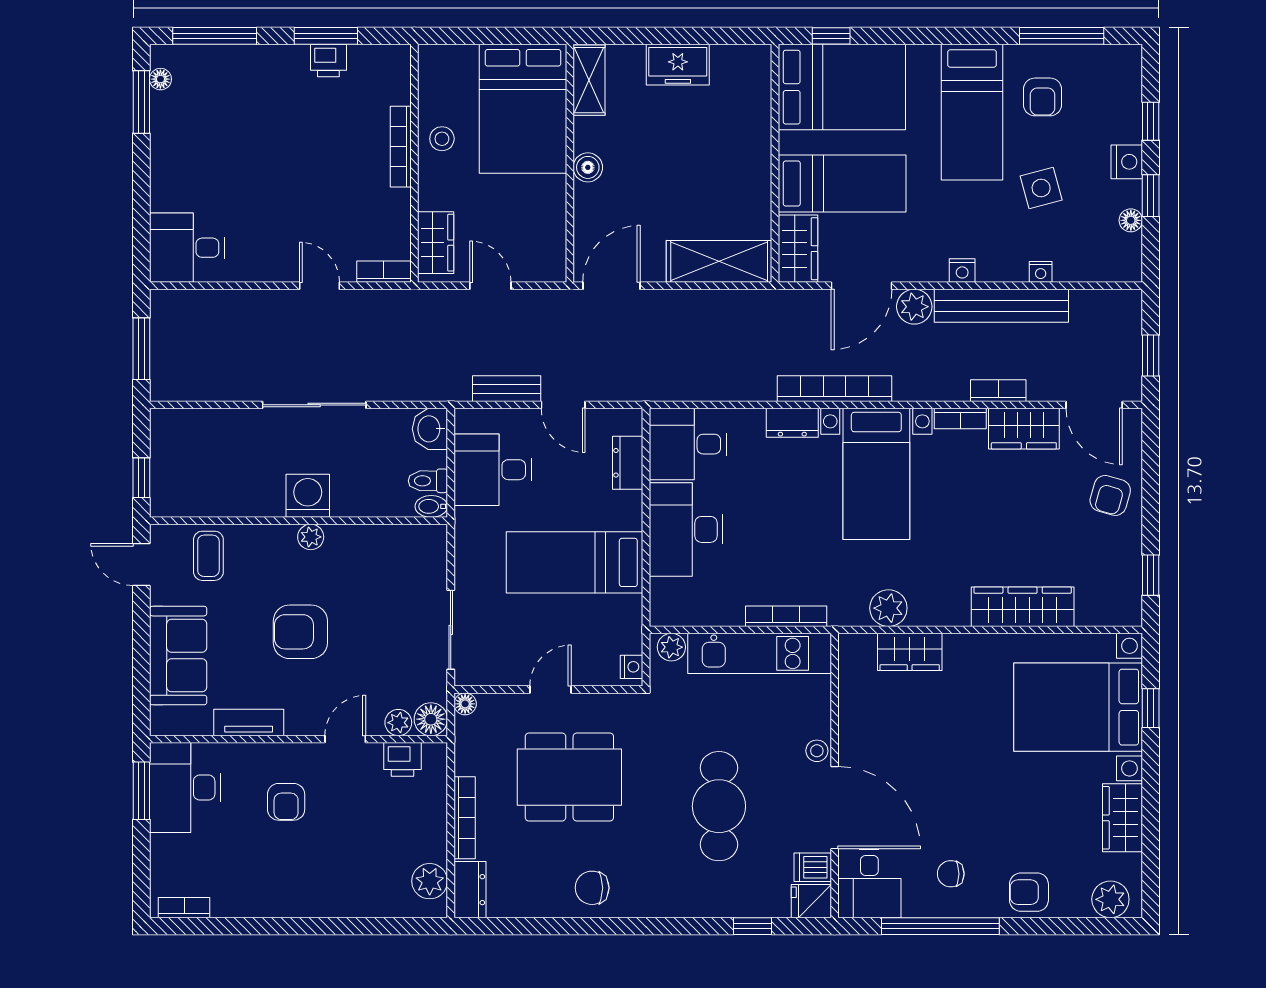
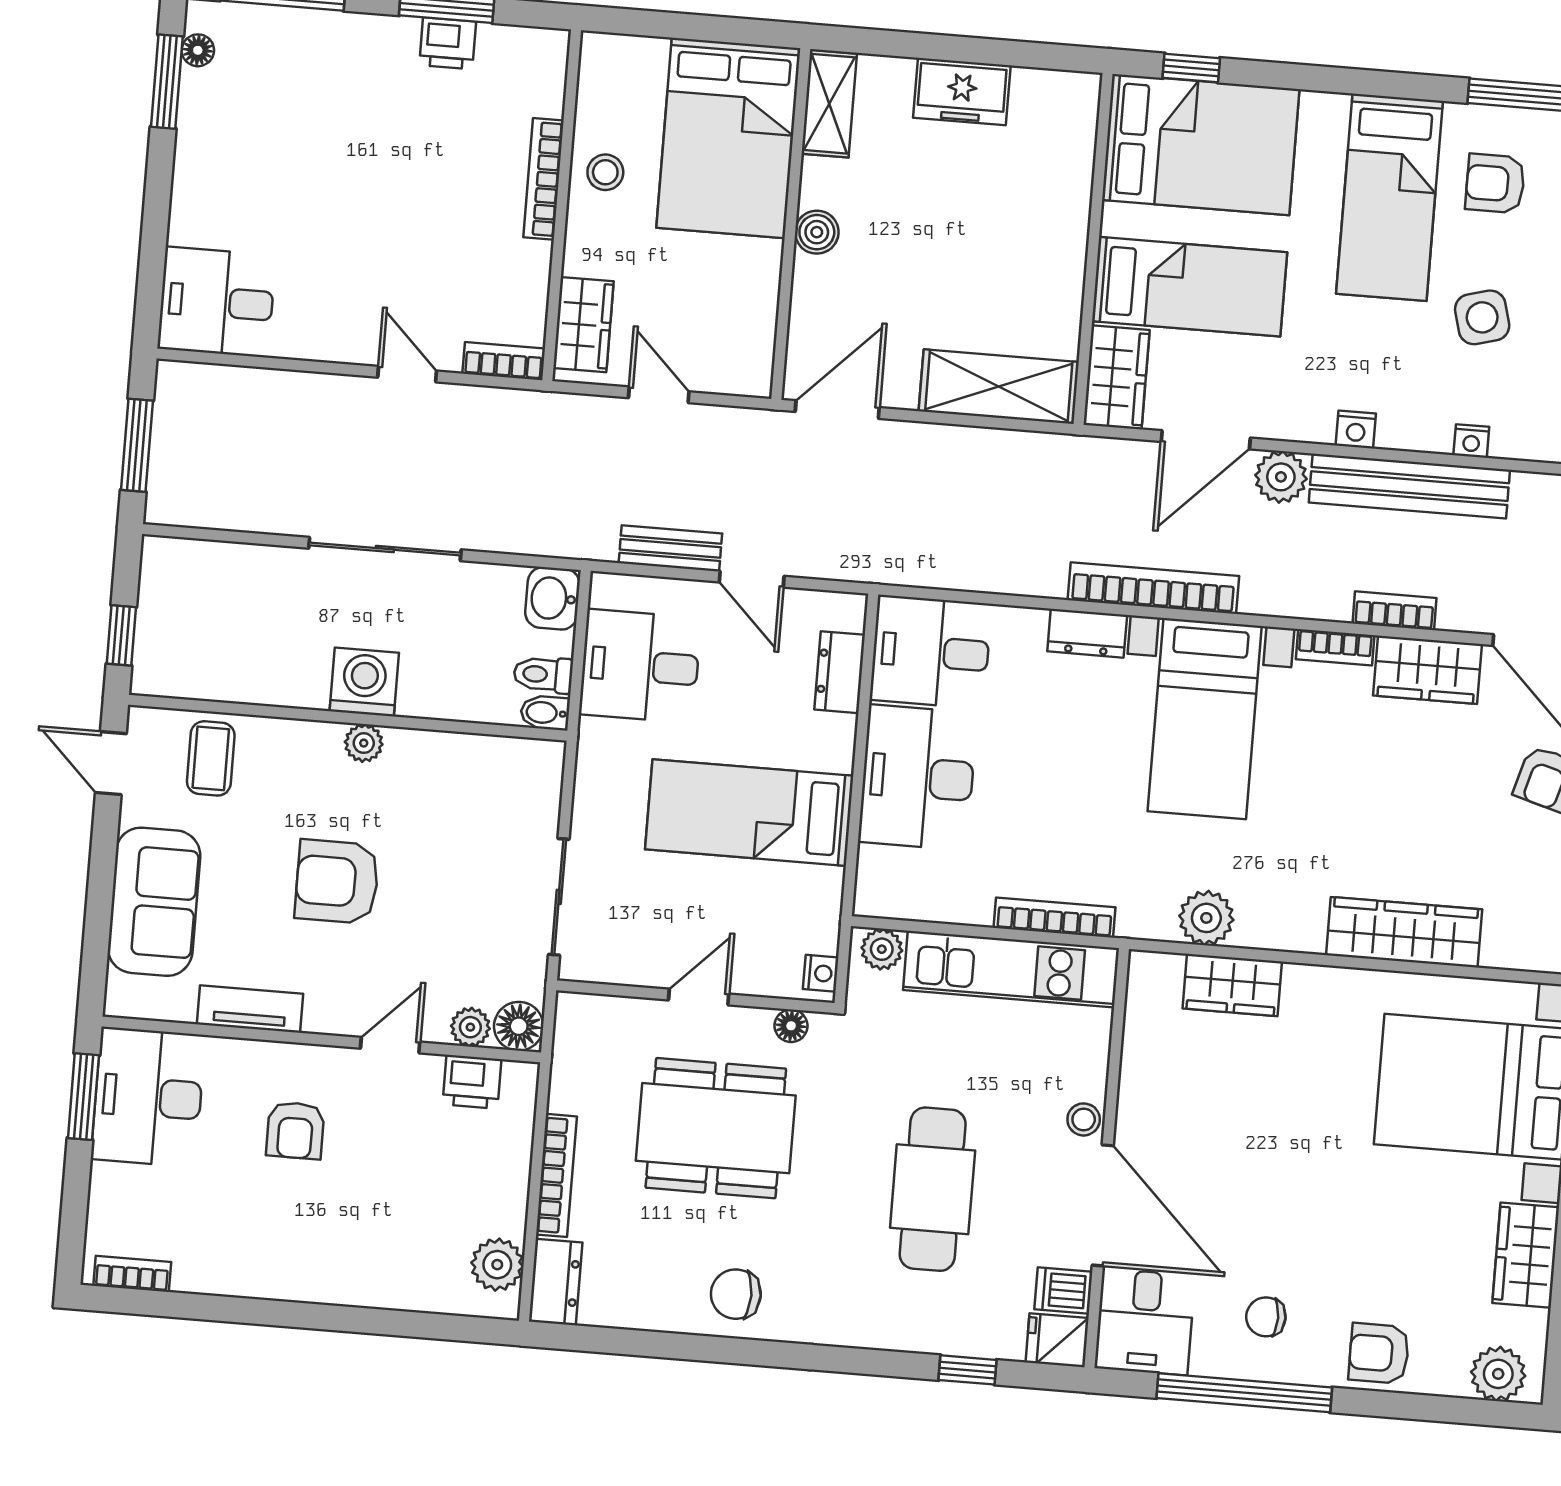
armchair: (1042, 97) -> (1495, 183), turned 90
floor lamp: (465, 704) -> (791, 1026), moved

